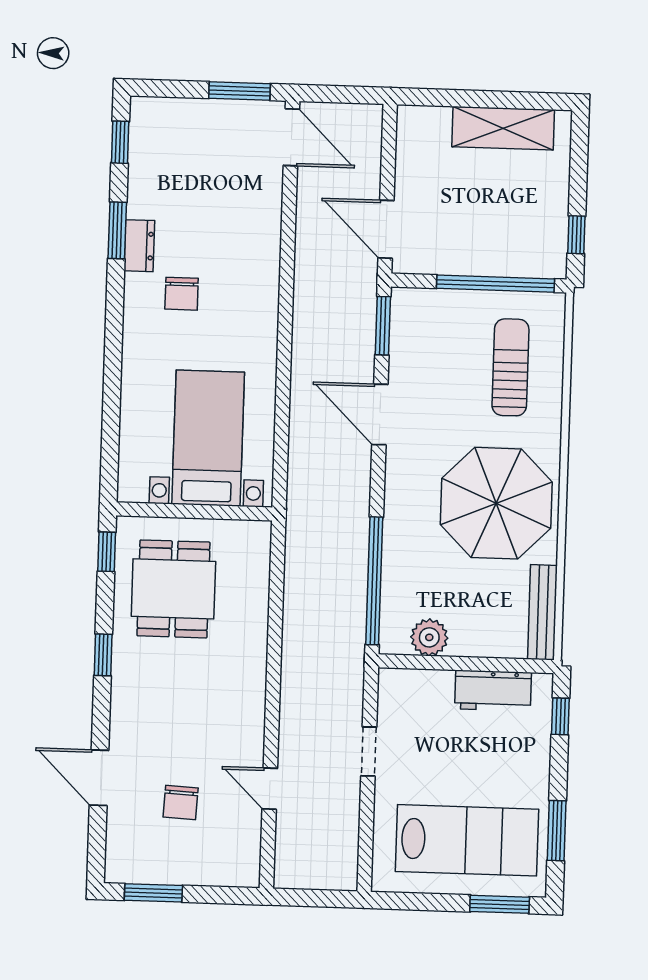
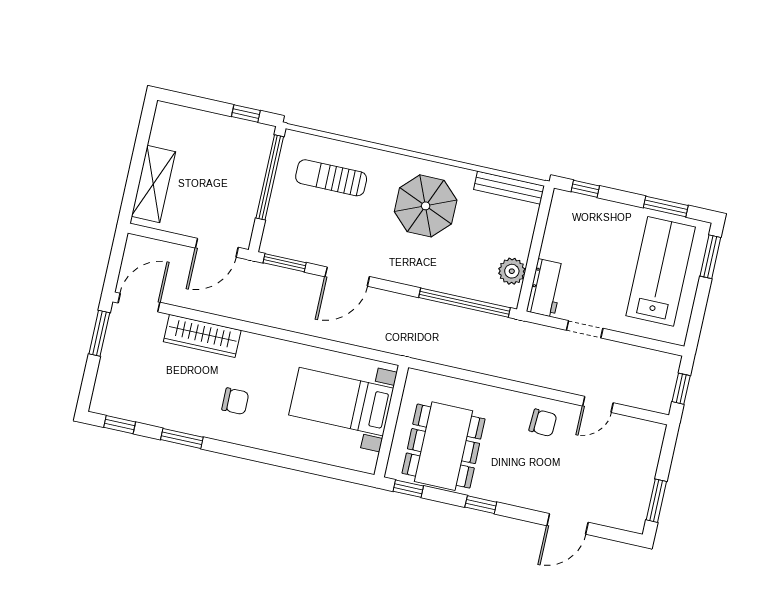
shelving: (503, 128) -> (153, 184), moved
wardrobe: (262, 232) -> (202, 336), added
dresser: (139, 246) -> (196, 425), removed
parasol: (496, 503) -> (426, 206), width x0.73, depth x0.73
dining table: (173, 589) -> (444, 446), width x1.38
workbench: (493, 691) -> (546, 288), moved
chair: (181, 803) -> (543, 423), moved
window: (312, 898) -> (681, 389), added

